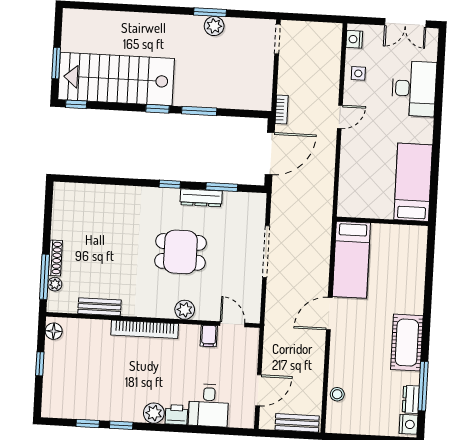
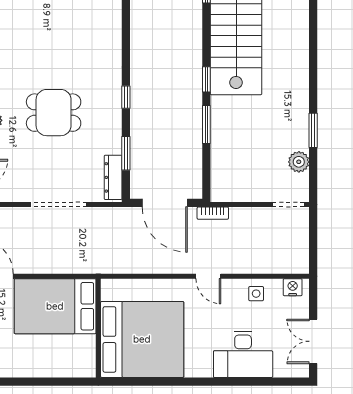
plant: (214, 26) -> (299, 162), moved
bed: (413, 182) -> (142, 339), width x2.04
dresser: (201, 198) -> (113, 177), moved
dining table: (180, 252) -> (54, 113), turned 90
bed: (351, 260) -> (55, 306), width x1.50

